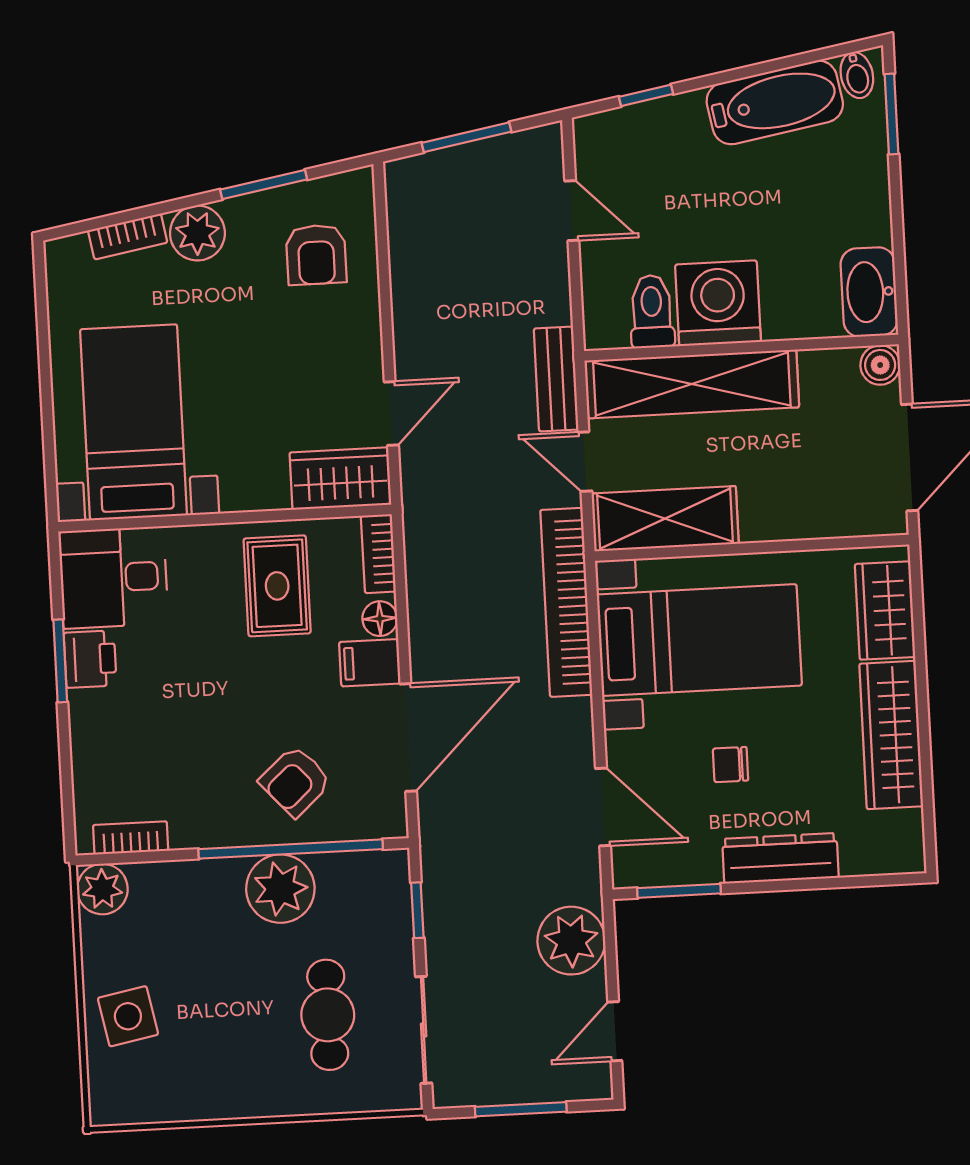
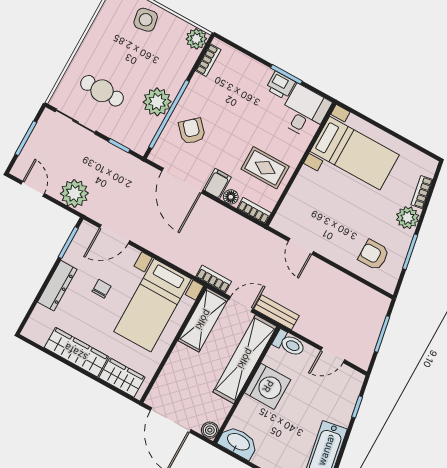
toilet: (652, 312) -> (289, 344), moved
wardrobe: (340, 479) -> (289, 214), removed
bookcase: (566, 602) -> (214, 279), width x0.43, depth x0.76

